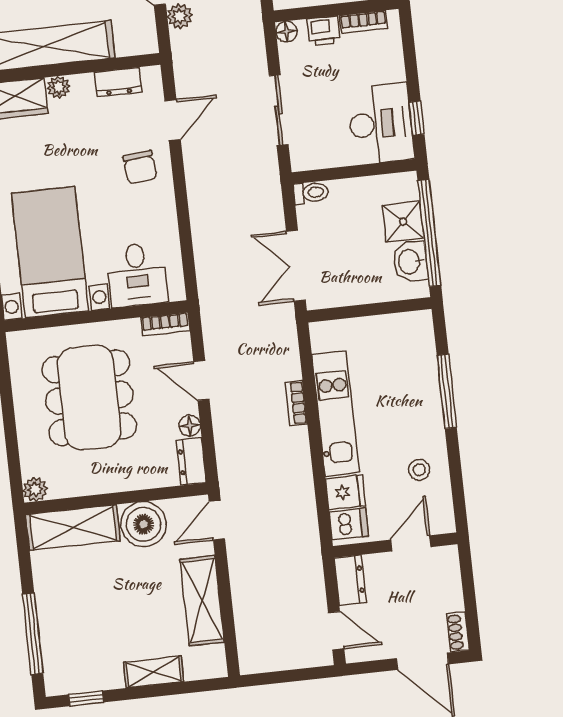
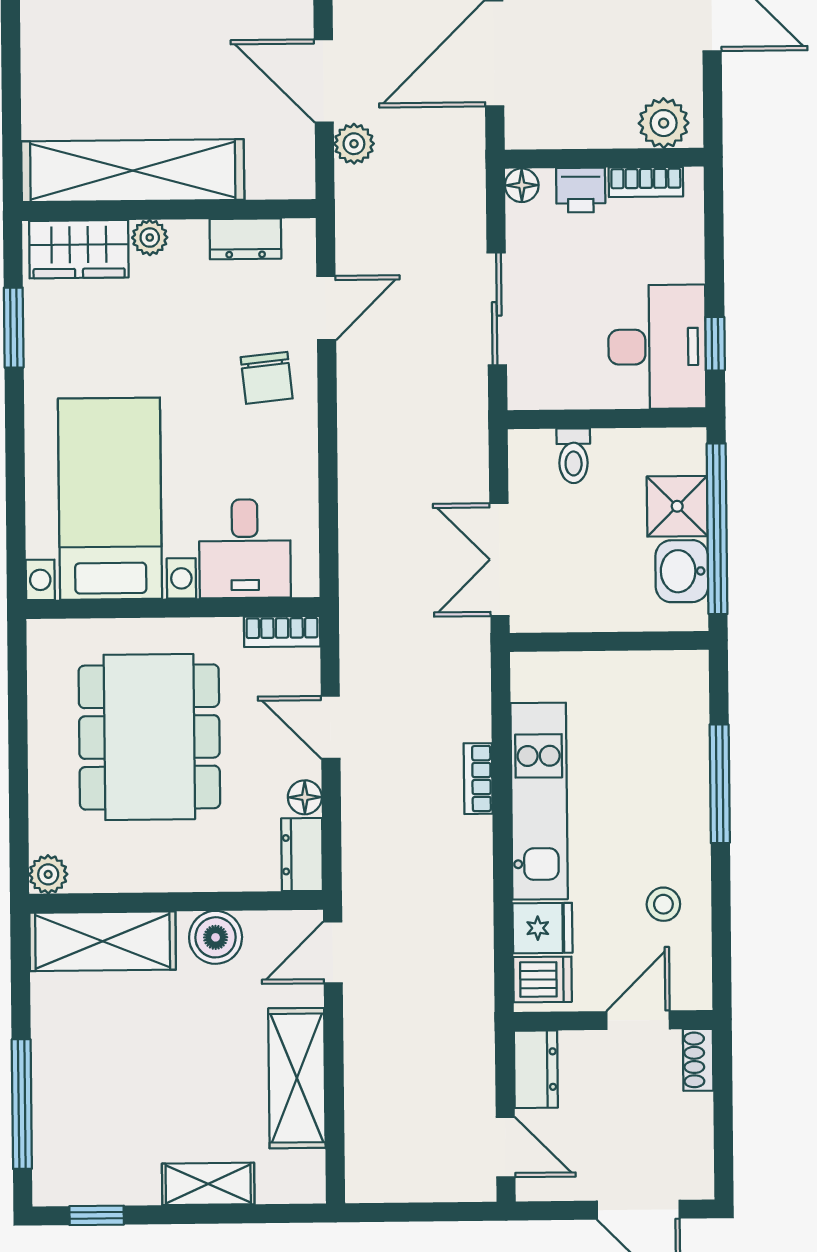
toilet: (311, 193) -> (573, 456), moved, turned 90
boiler: (144, 524) -> (216, 937), width x0.73, depth x0.73
shoe rack: (458, 632) -> (698, 1060), moved

